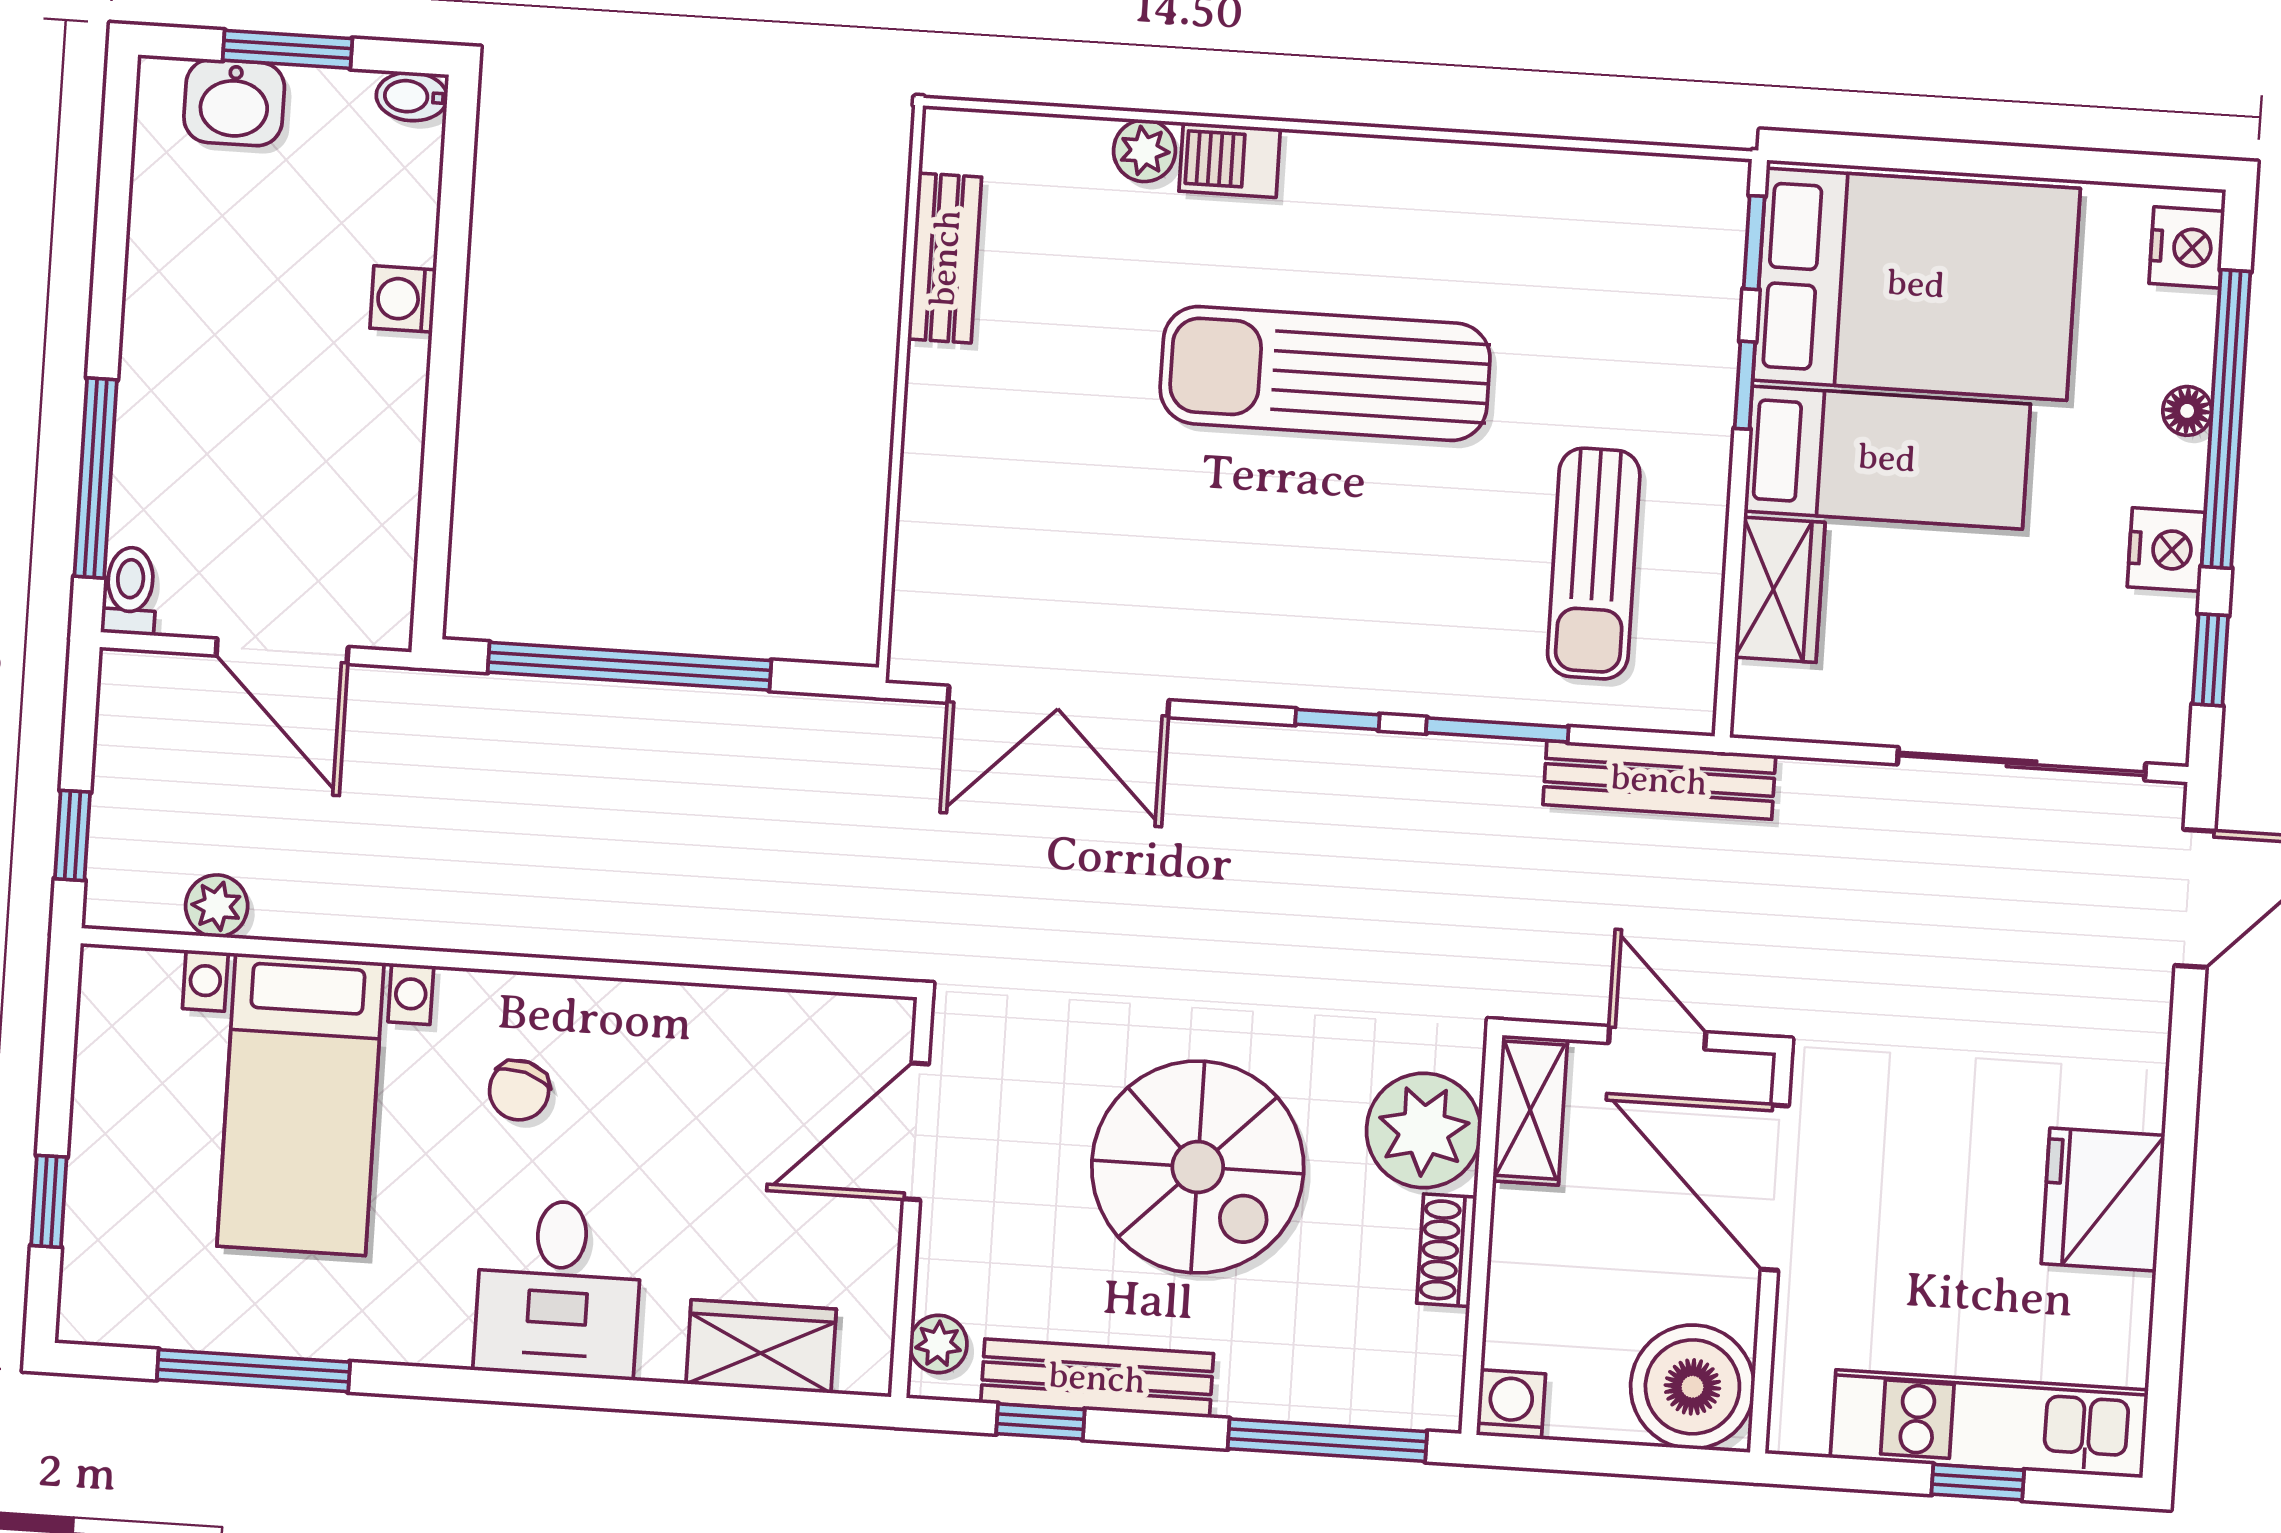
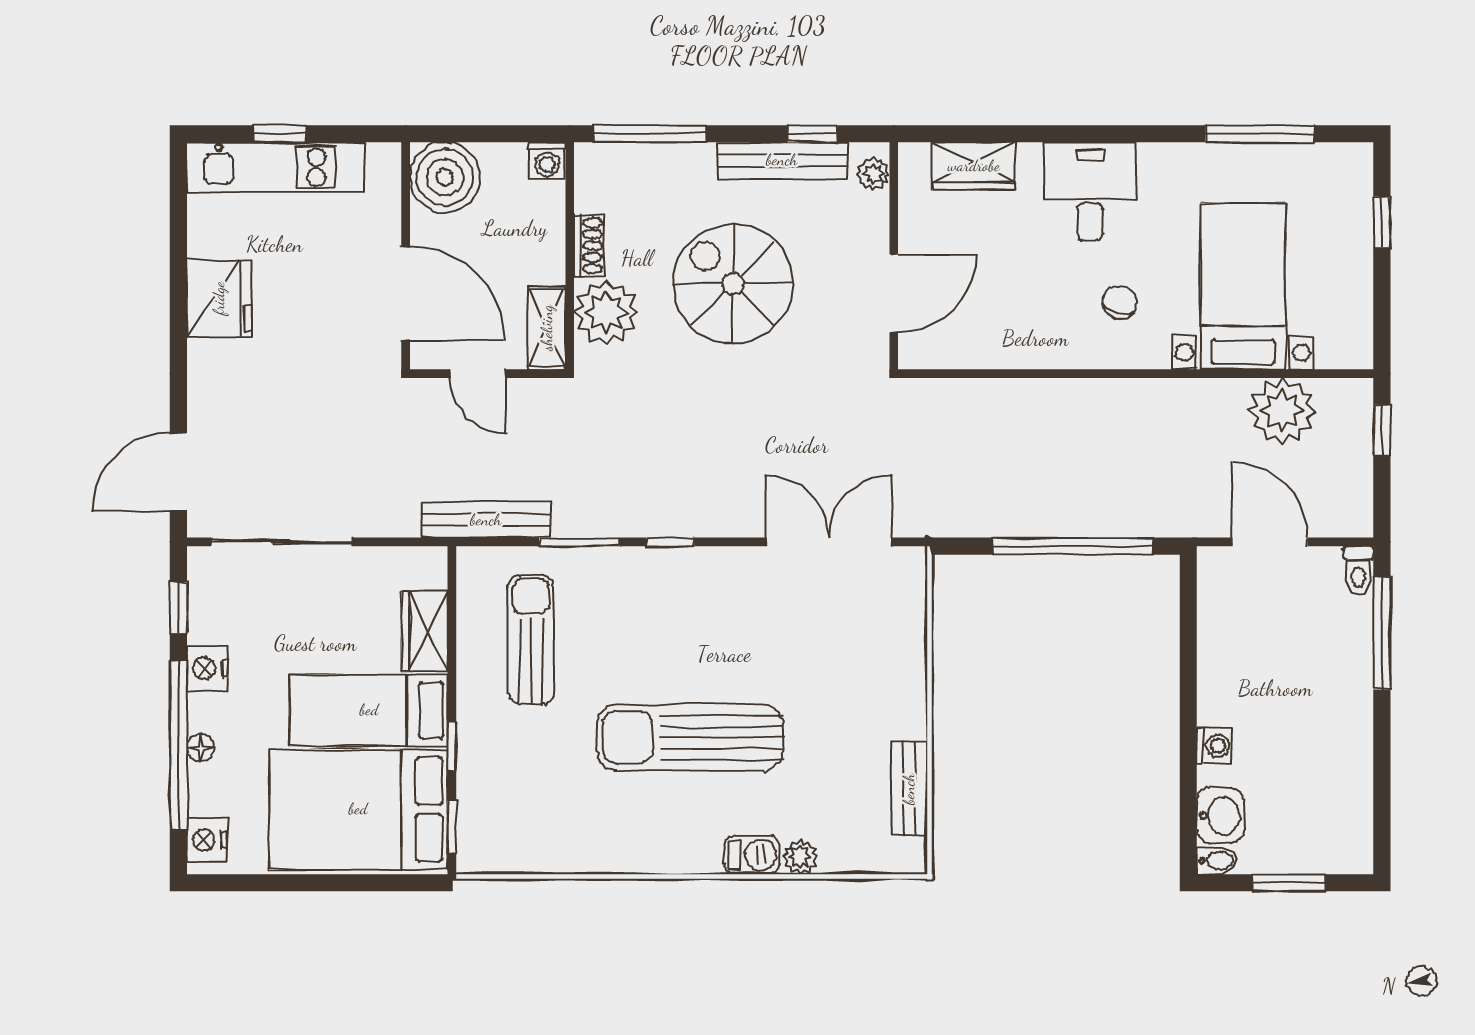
washbasin: (234, 103) -> (1220, 816), moved, turned 90
sun lounger: (1325, 373) -> (690, 737), turned 180
plant: (217, 906) -> (1282, 411), width x1.87, depth x1.87

